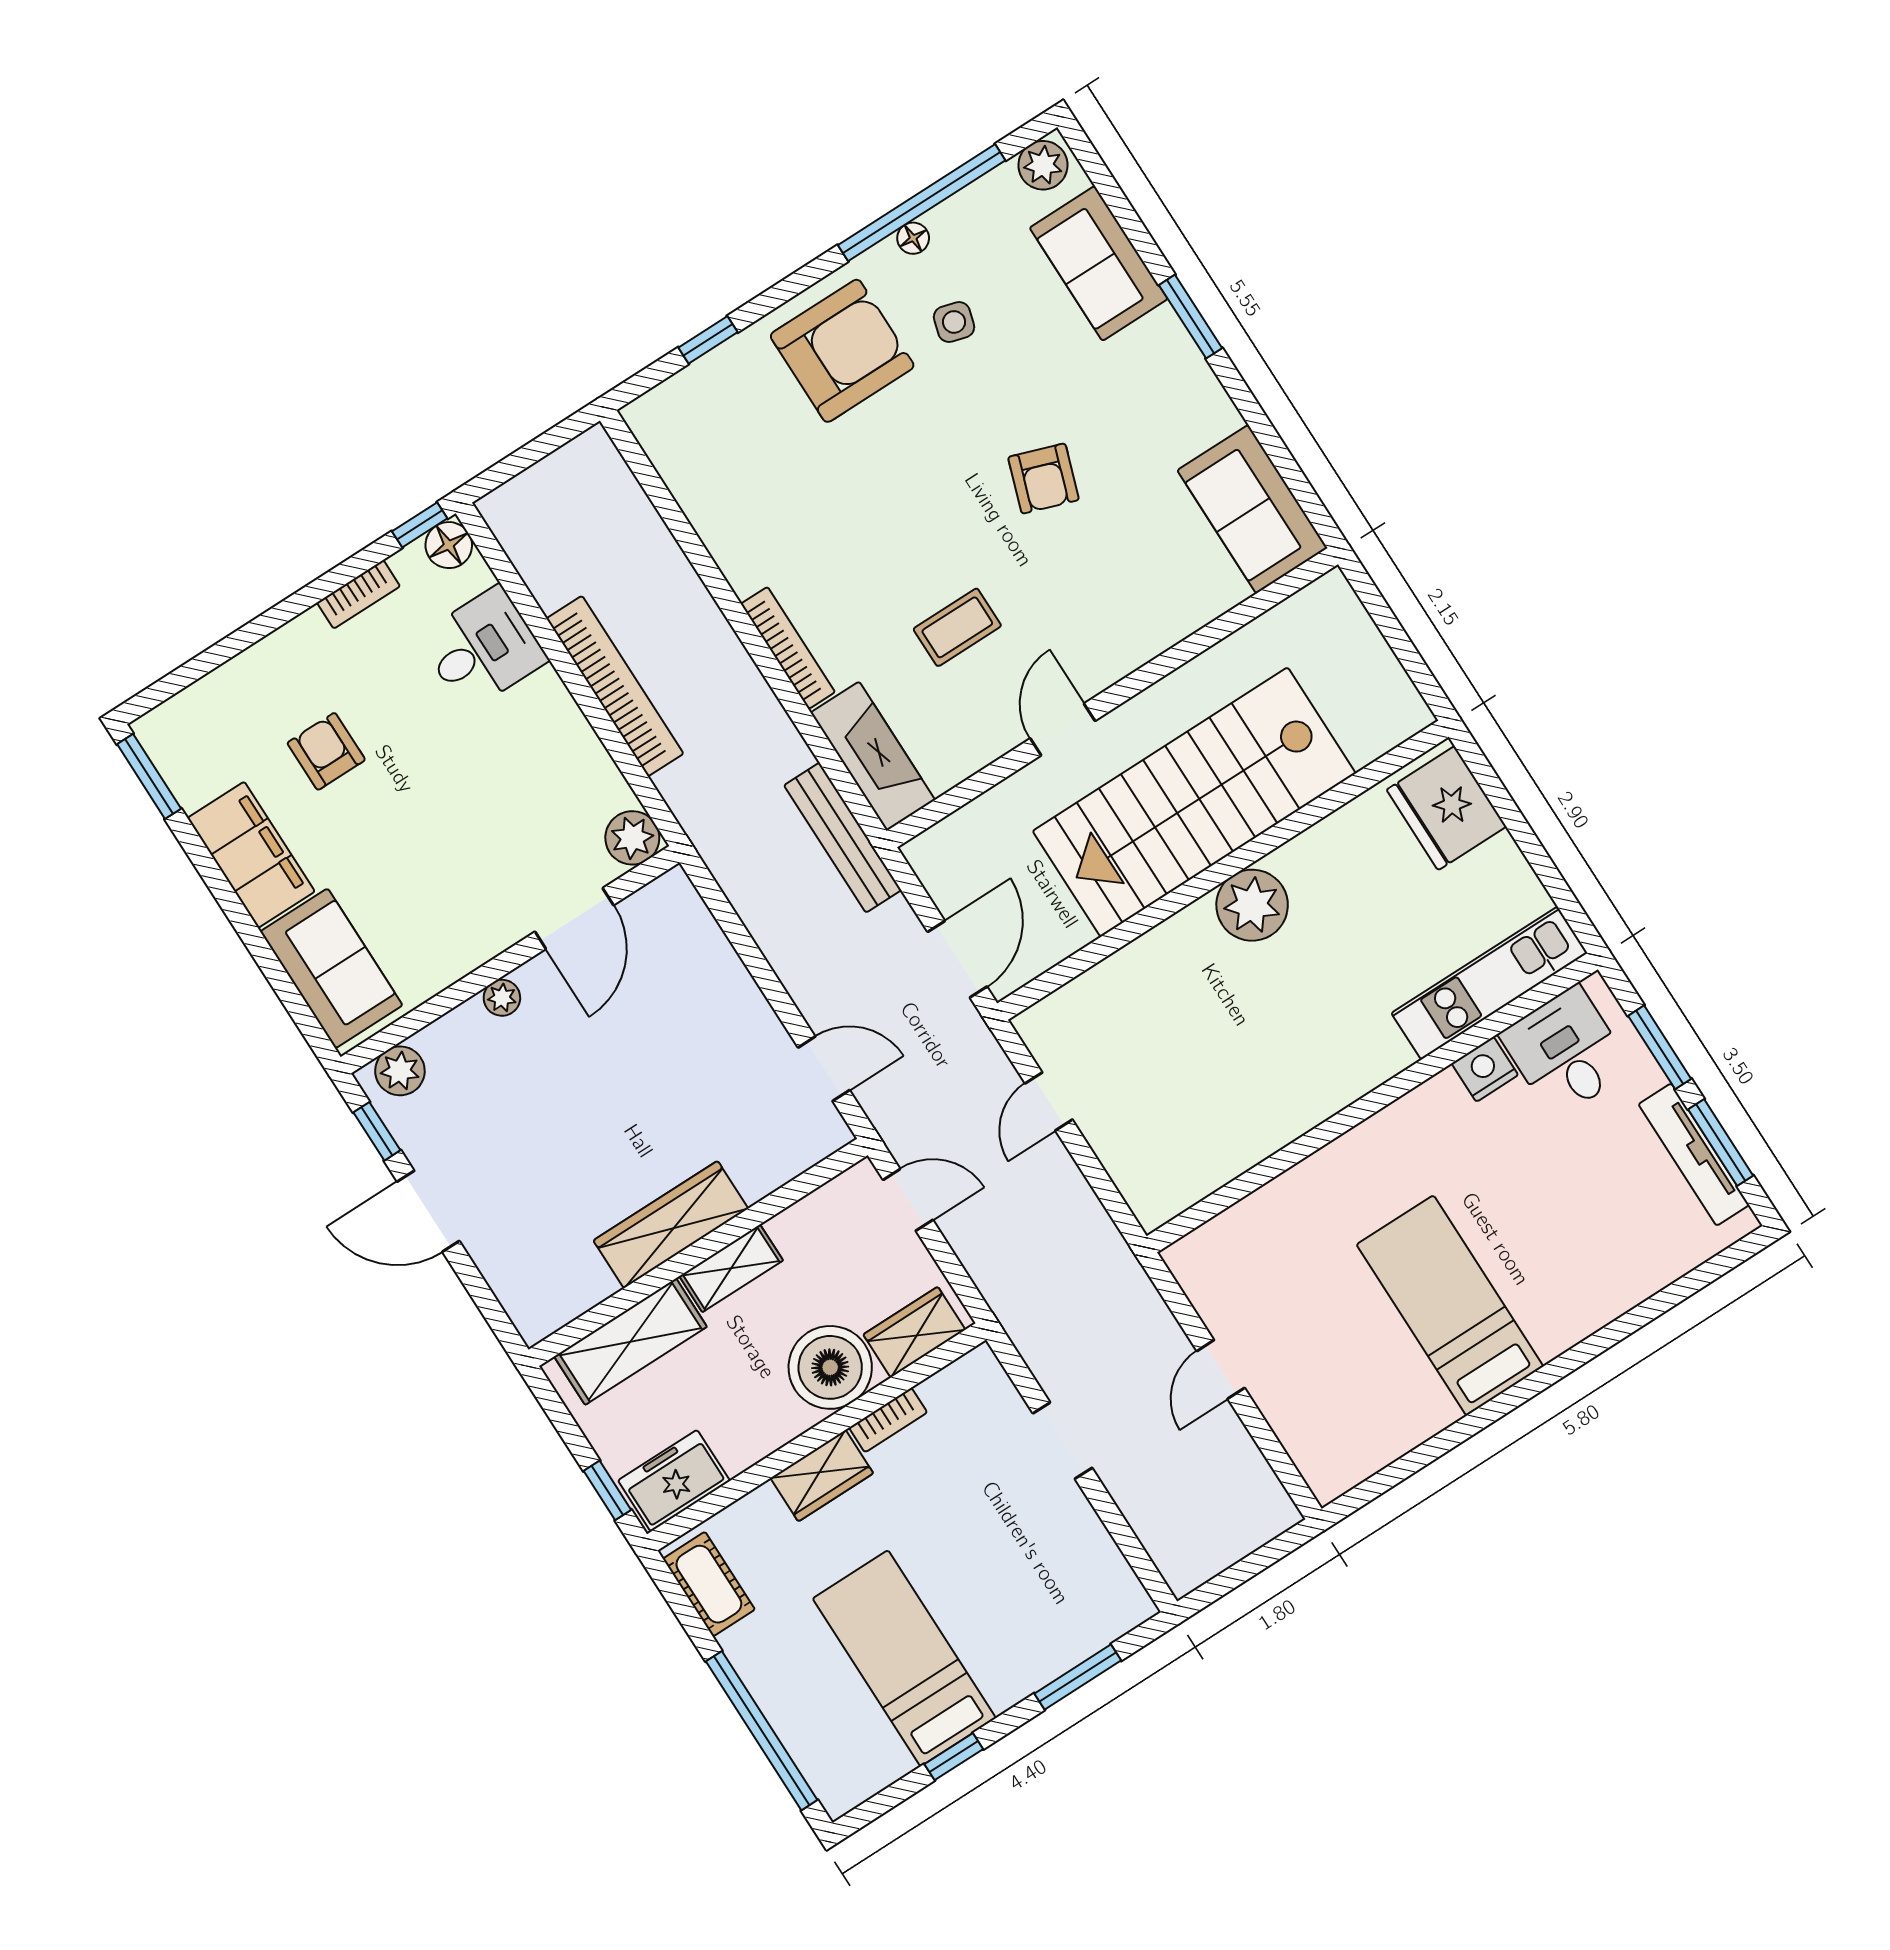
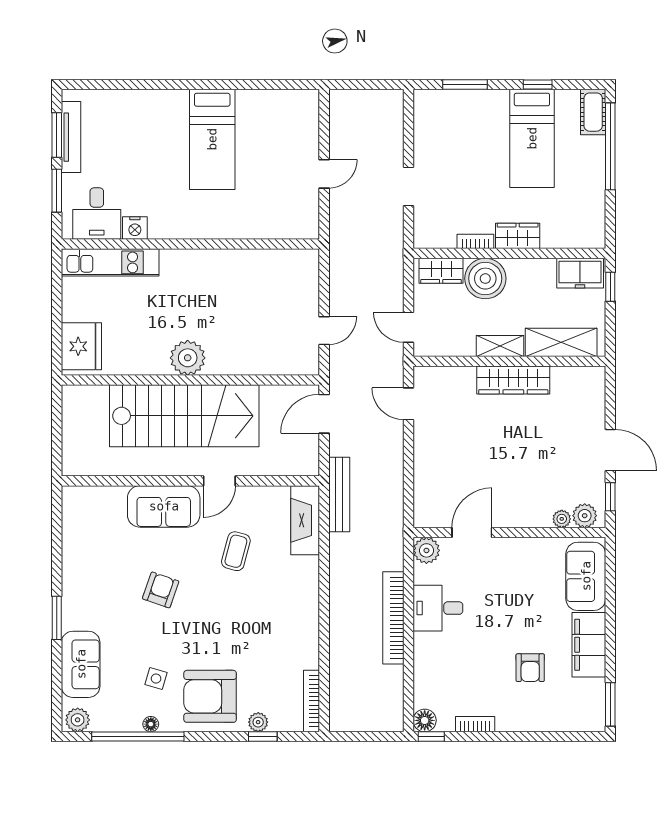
plant: (732, 359) -> (258, 722), added
sofa: (1252, 509) -> (164, 506), moved, turned 90
coffee table: (957, 627) -> (236, 551), turned -75
desk: (483, 648) -> (438, 608), moved
bookcase: (788, 648) -> (312, 701), moved
plant: (502, 998) -> (562, 519), moved
cot: (709, 1584) -> (593, 112), moved

